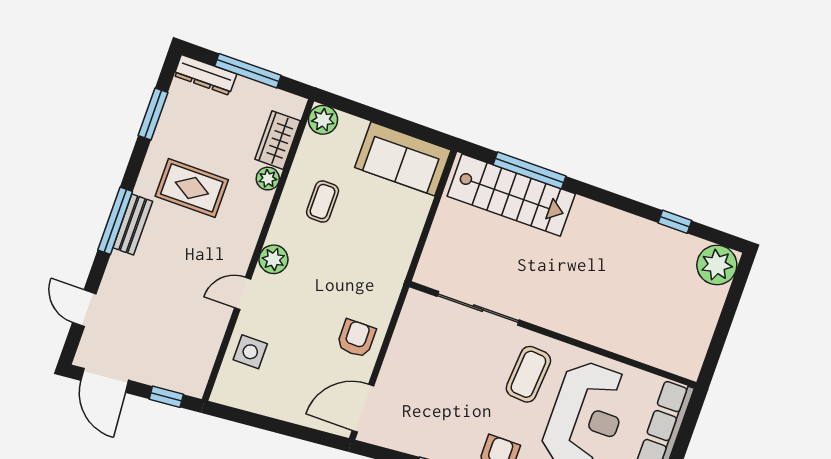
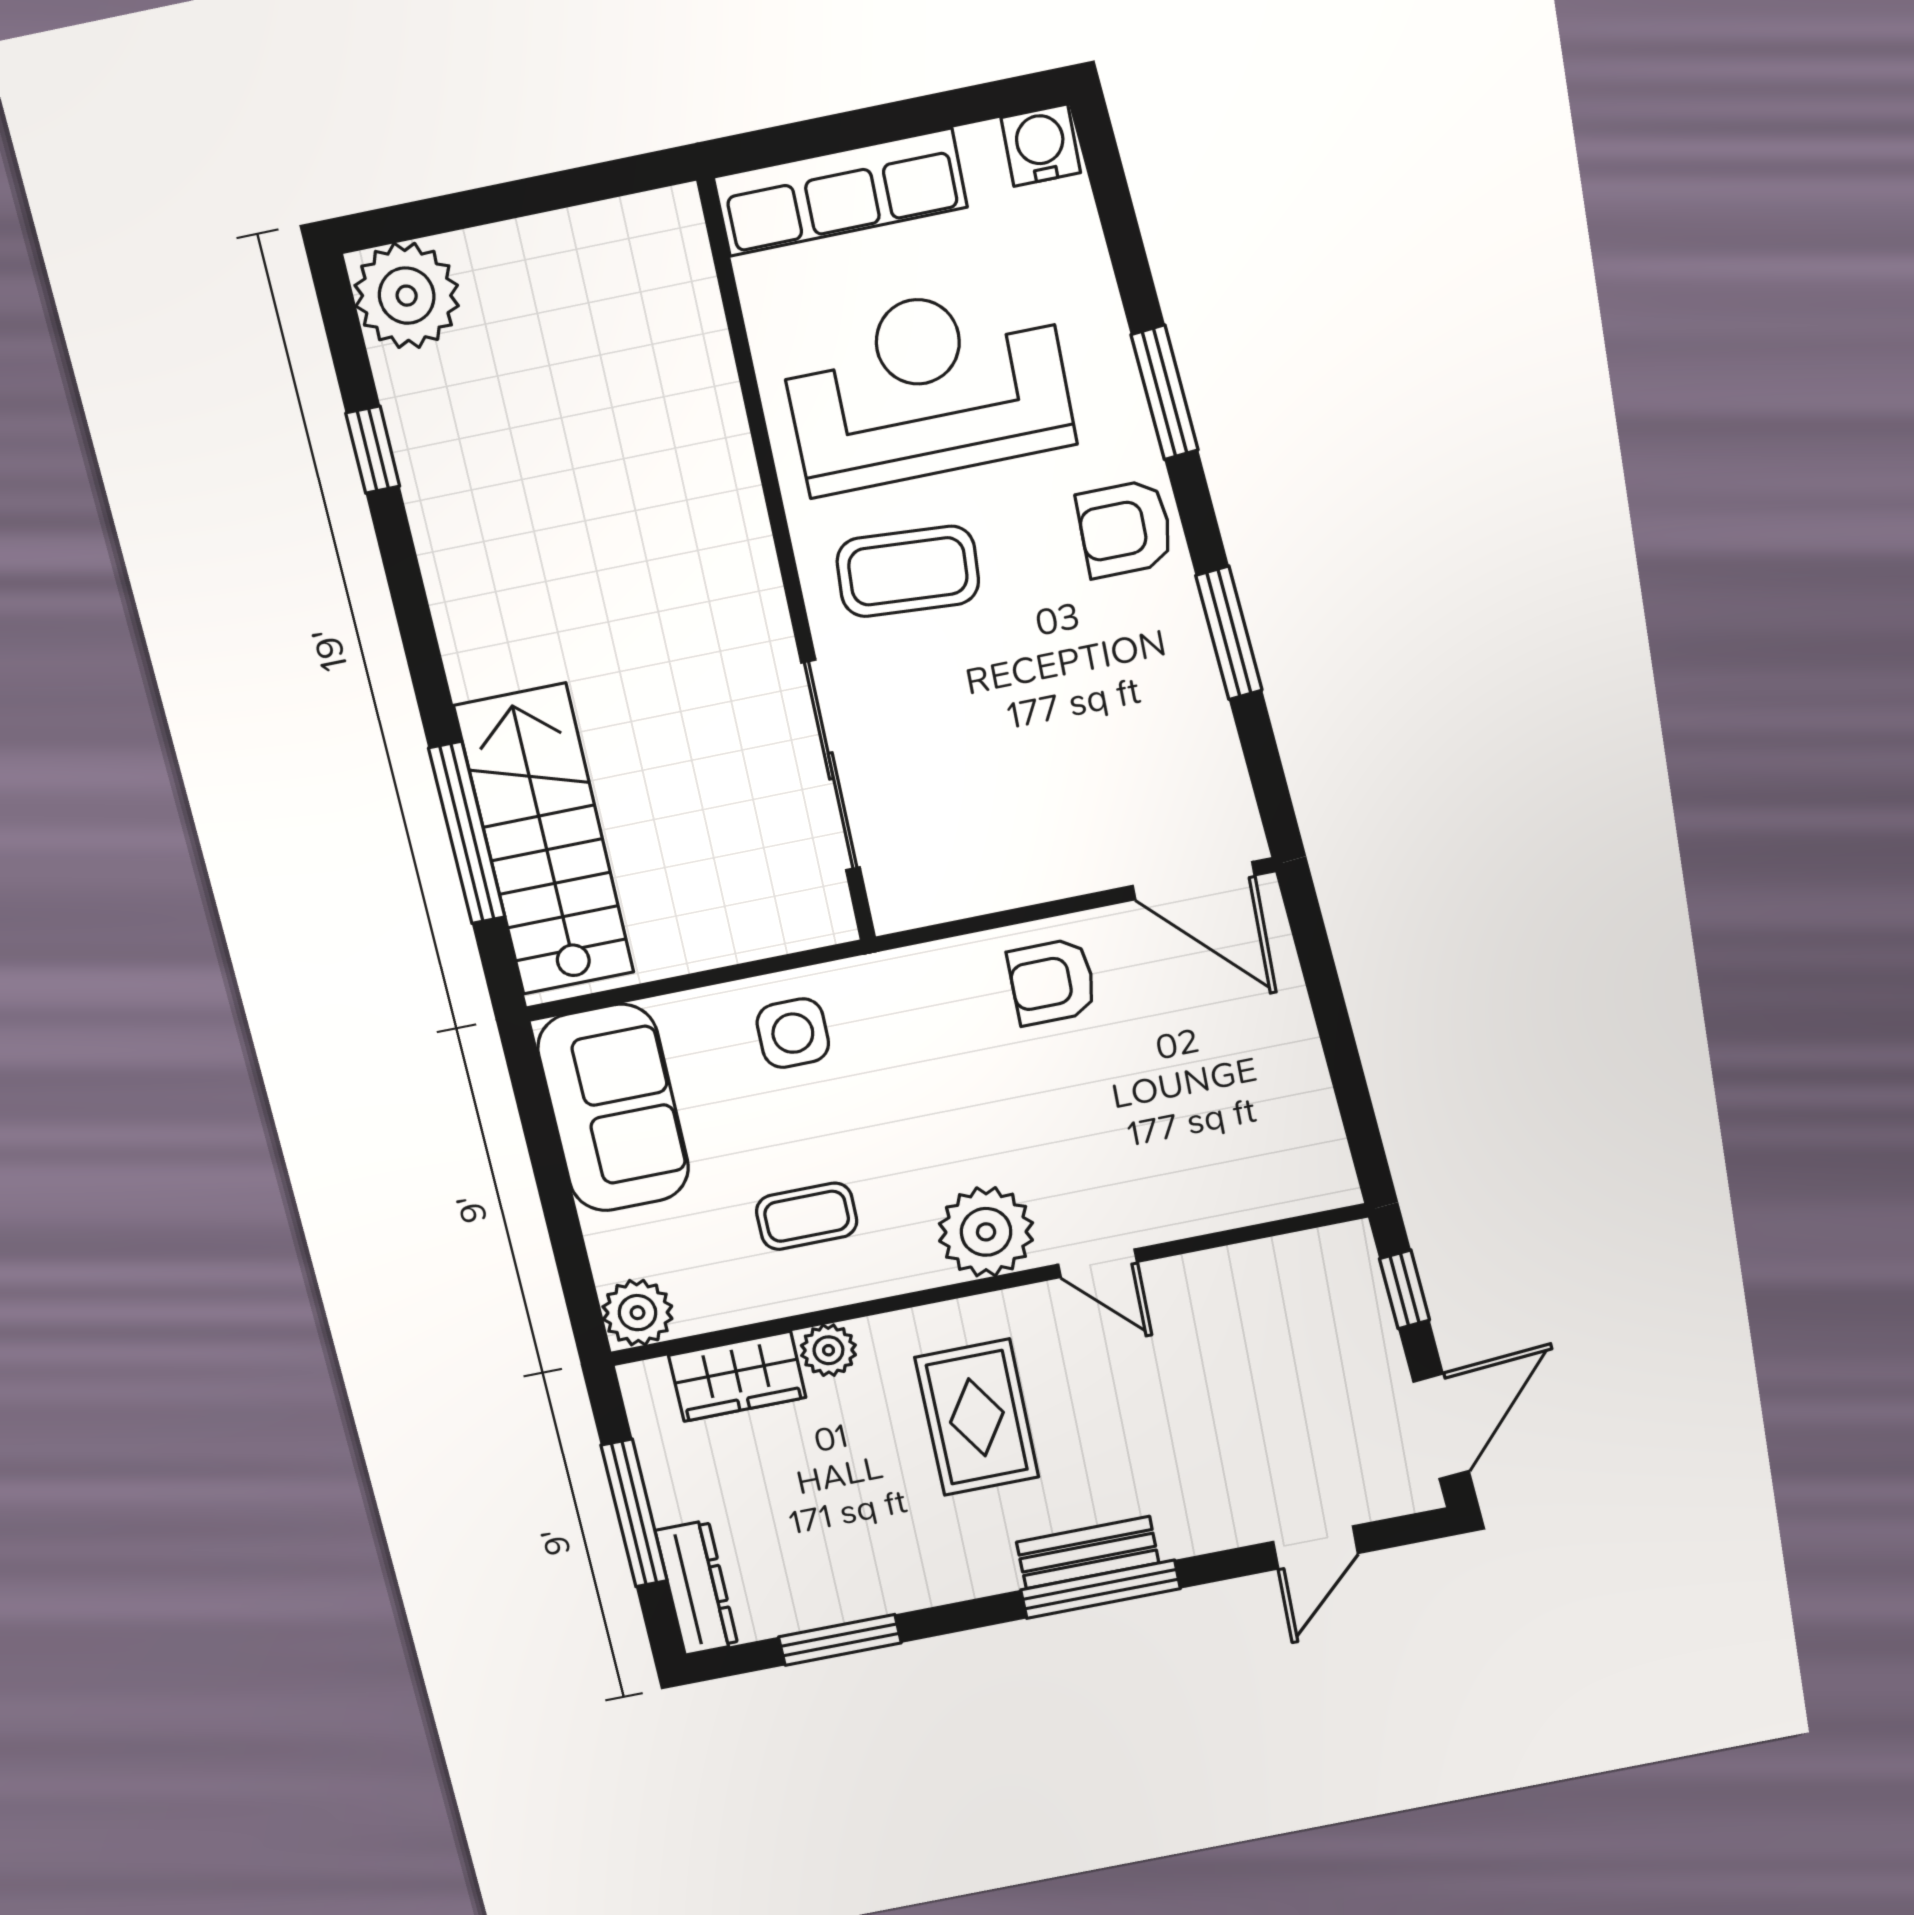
rug: (192, 188) -> (977, 1417), moved
plant: (273, 259) -> (986, 1232), width x1.36, depth x1.36
side table: (250, 352) -> (793, 1033), moved

